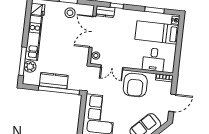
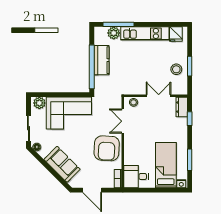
double door: (92, 32) -> (159, 96), width x0.73
desk: (154, 60) -> (136, 177), moved
armchair: (135, 85) -> (107, 148), turned -87

